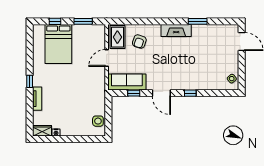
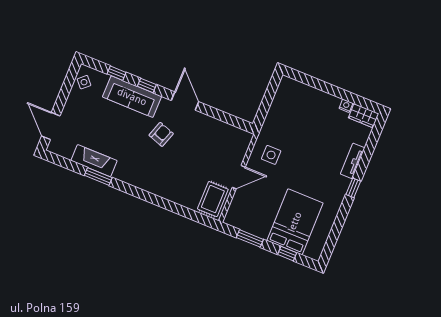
fireplace: (176, 30) -> (94, 161), moved
armchair: (139, 42) -> (161, 134), moved
sofa: (127, 82) -> (132, 97), moved
window: (134, 93) -> (117, 73), moved
side table: (98, 121) -> (271, 155), moved

